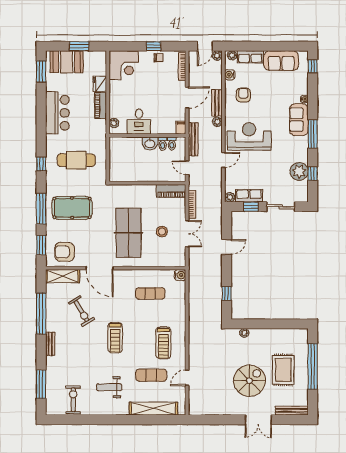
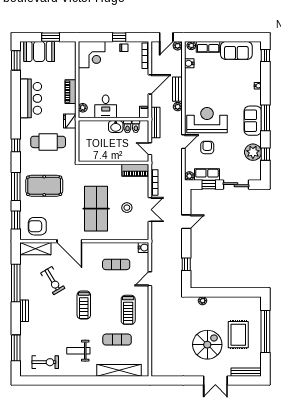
fridge: (100, 84) -> (70, 121), moved
armchair: (243, 95) -> (207, 147), moved
sofa: (299, 120) -> (253, 121), moved
door: (187, 378) -> (150, 279), moved
exercise bike: (73, 400) -> (45, 362), turned 90

